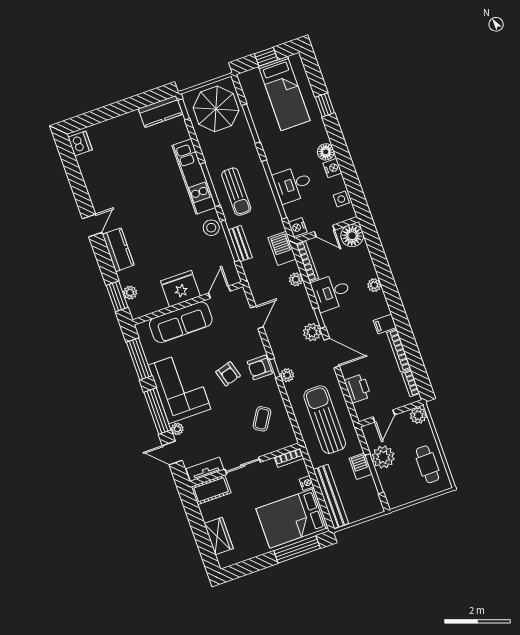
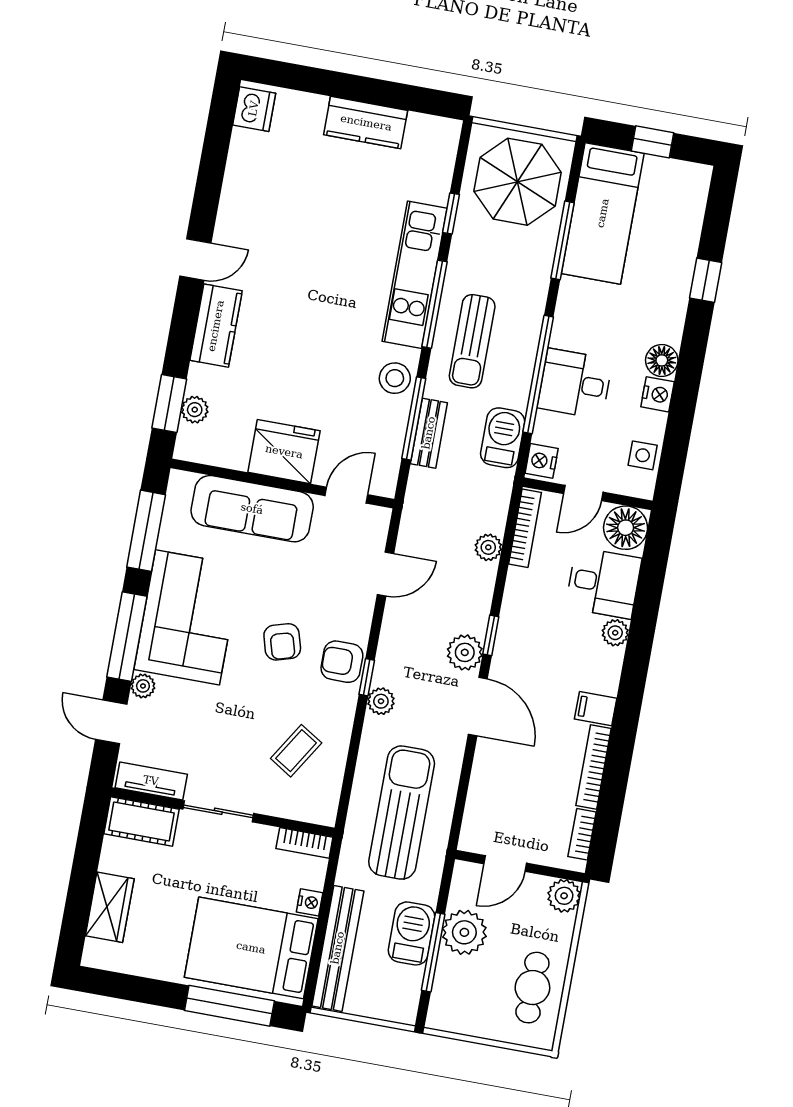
bed: (284, 94) -> (603, 213), moved
window: (184, 109) -> (451, 214), moved
kitchen counter: (160, 112) -> (366, 123), moved
door: (324, 231) -> (583, 493), hinge flipped
barbecue: (282, 248) -> (503, 438), moved
desk: (331, 292) -> (604, 583), moved, turned 180
printer: (358, 388) -> (488, 792), removed
barbecue: (360, 466) -> (411, 933), width x1.38, depth x1.27

